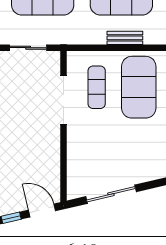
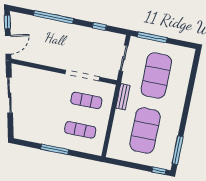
bench: (125, 38) -> (123, 97), moved
exercise mat: (139, 87) -> (80, 130), width x0.50, depth x0.69

